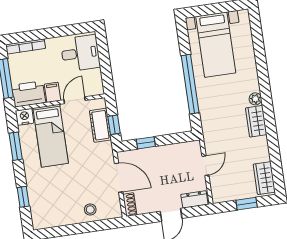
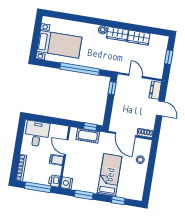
printer: (29, 94) -> (54, 181), width x0.53, depth x0.68
bed: (51, 136) -> (110, 175), moved, turned -90
window: (146, 143) -> (112, 88), moved
door: (119, 178) -> (125, 135), swing flipped
wardrobe: (264, 178) -> (139, 38), moved

